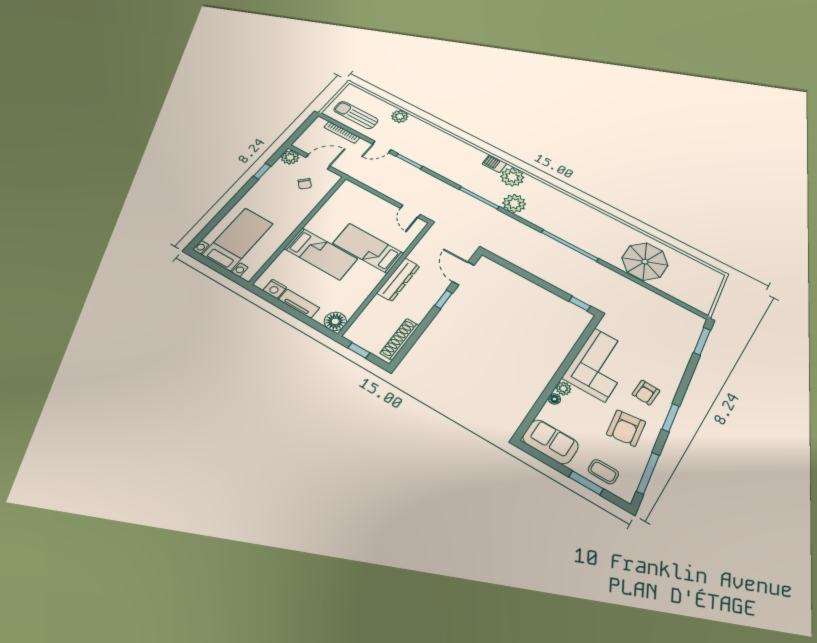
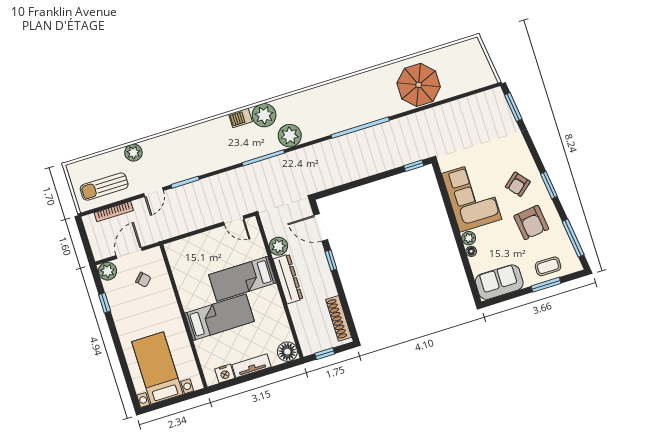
plant: (419, 255) -> (278, 246), added
armchair: (646, 393) -> (518, 184), turned 47

